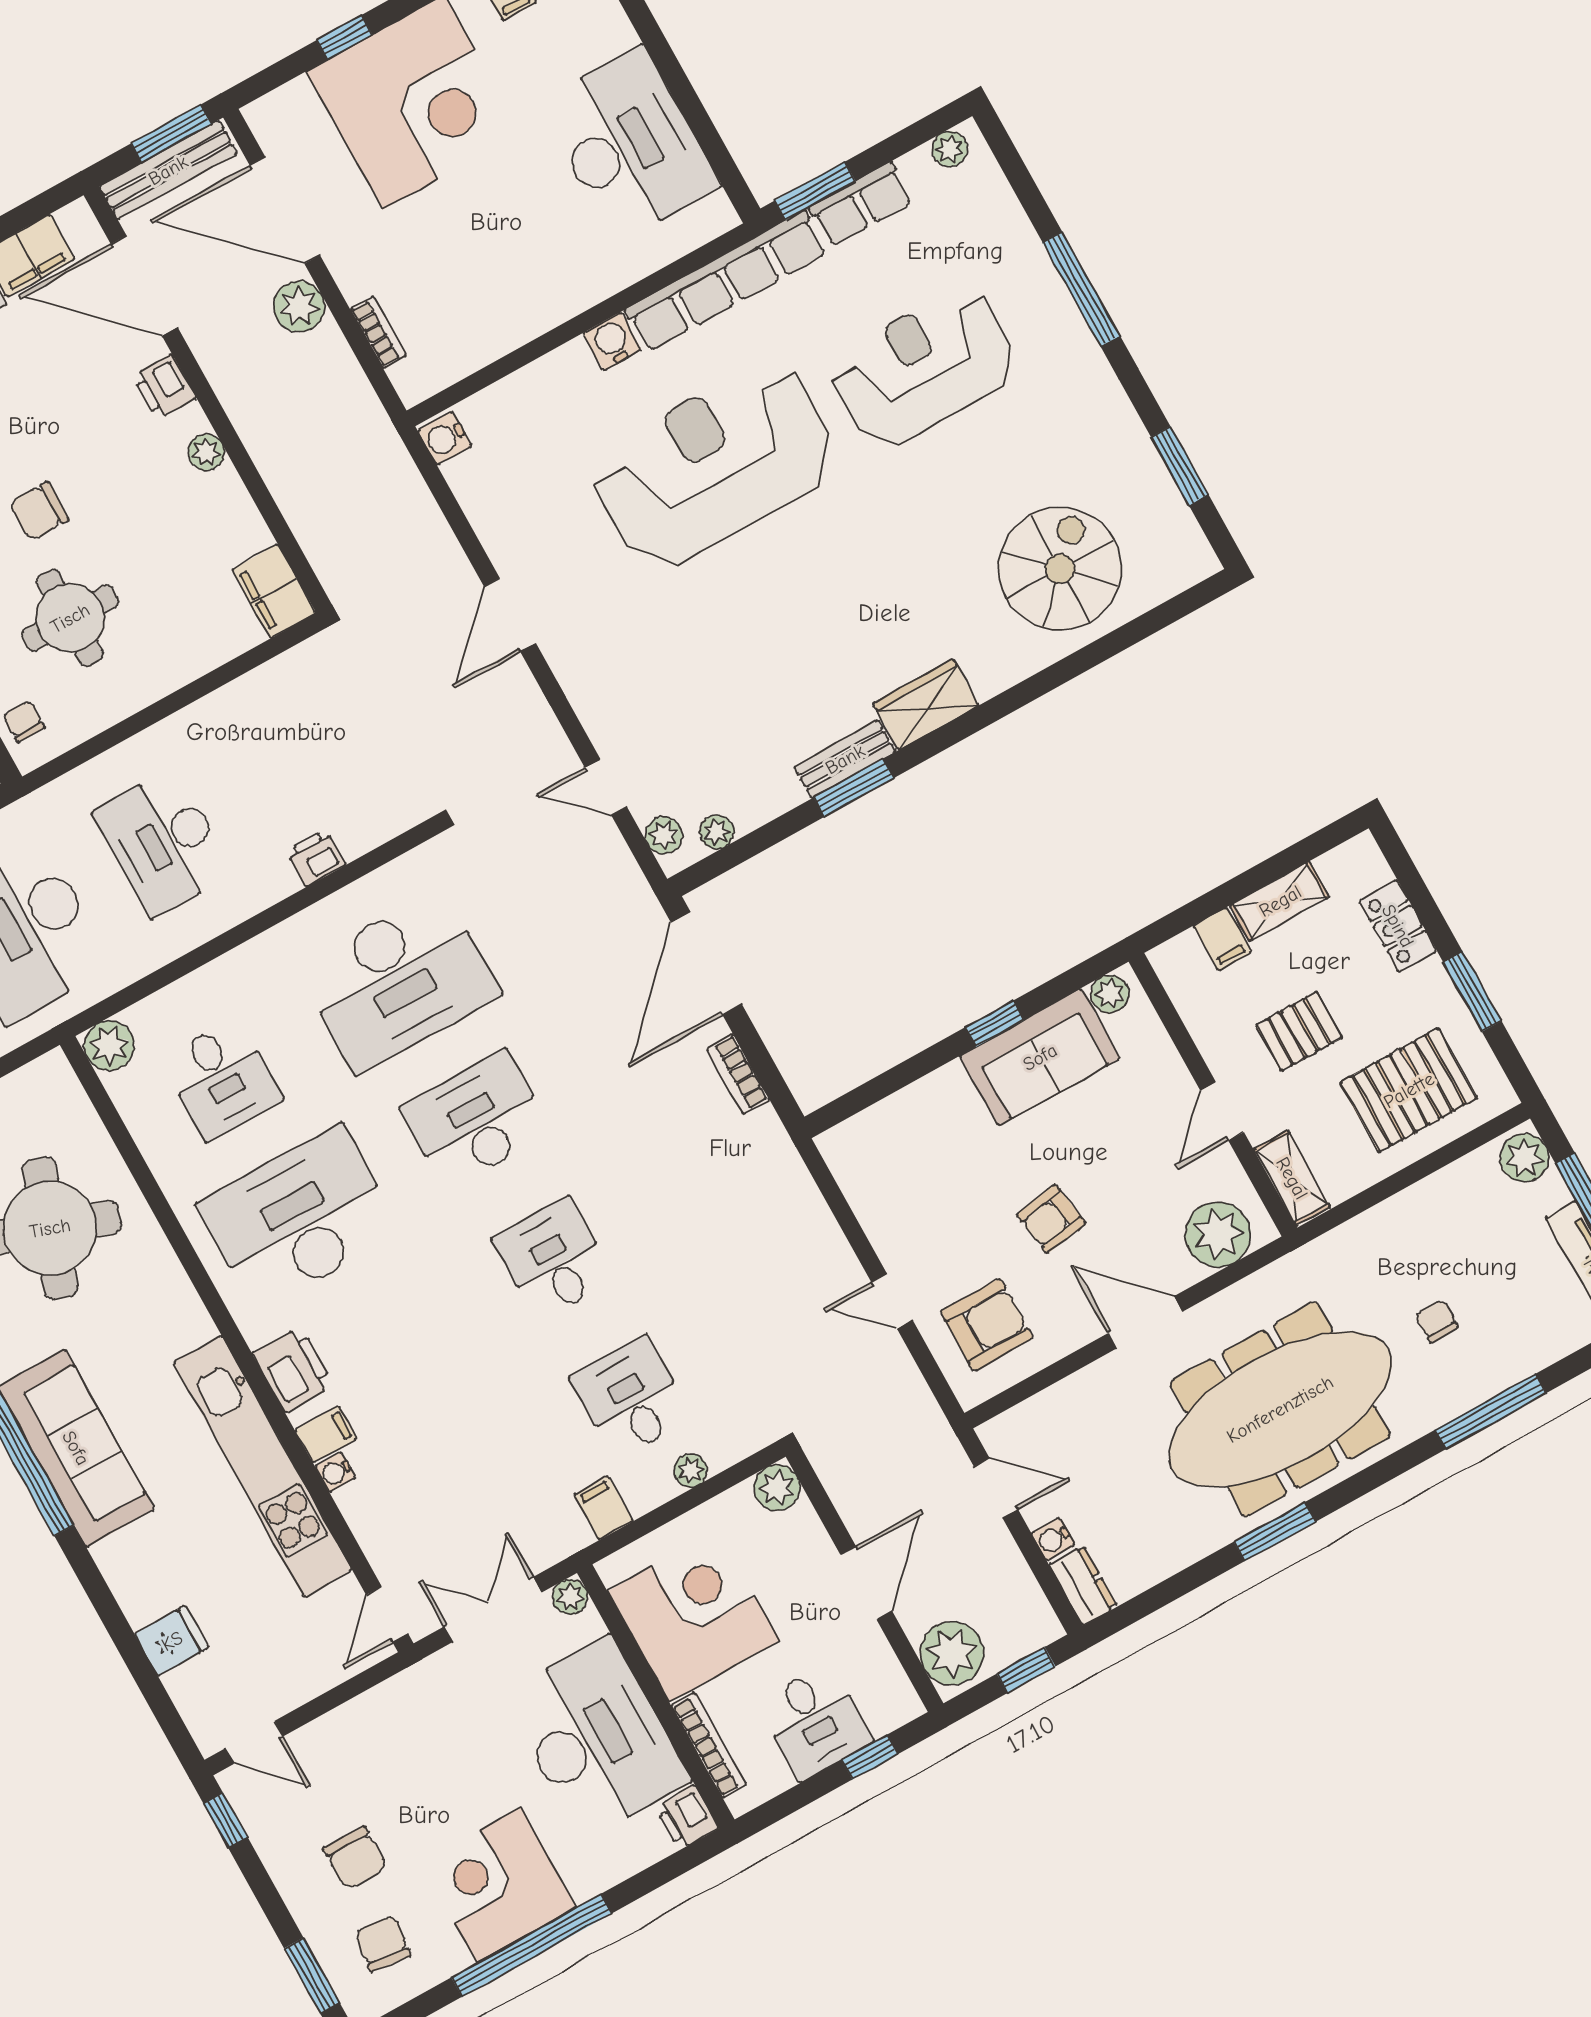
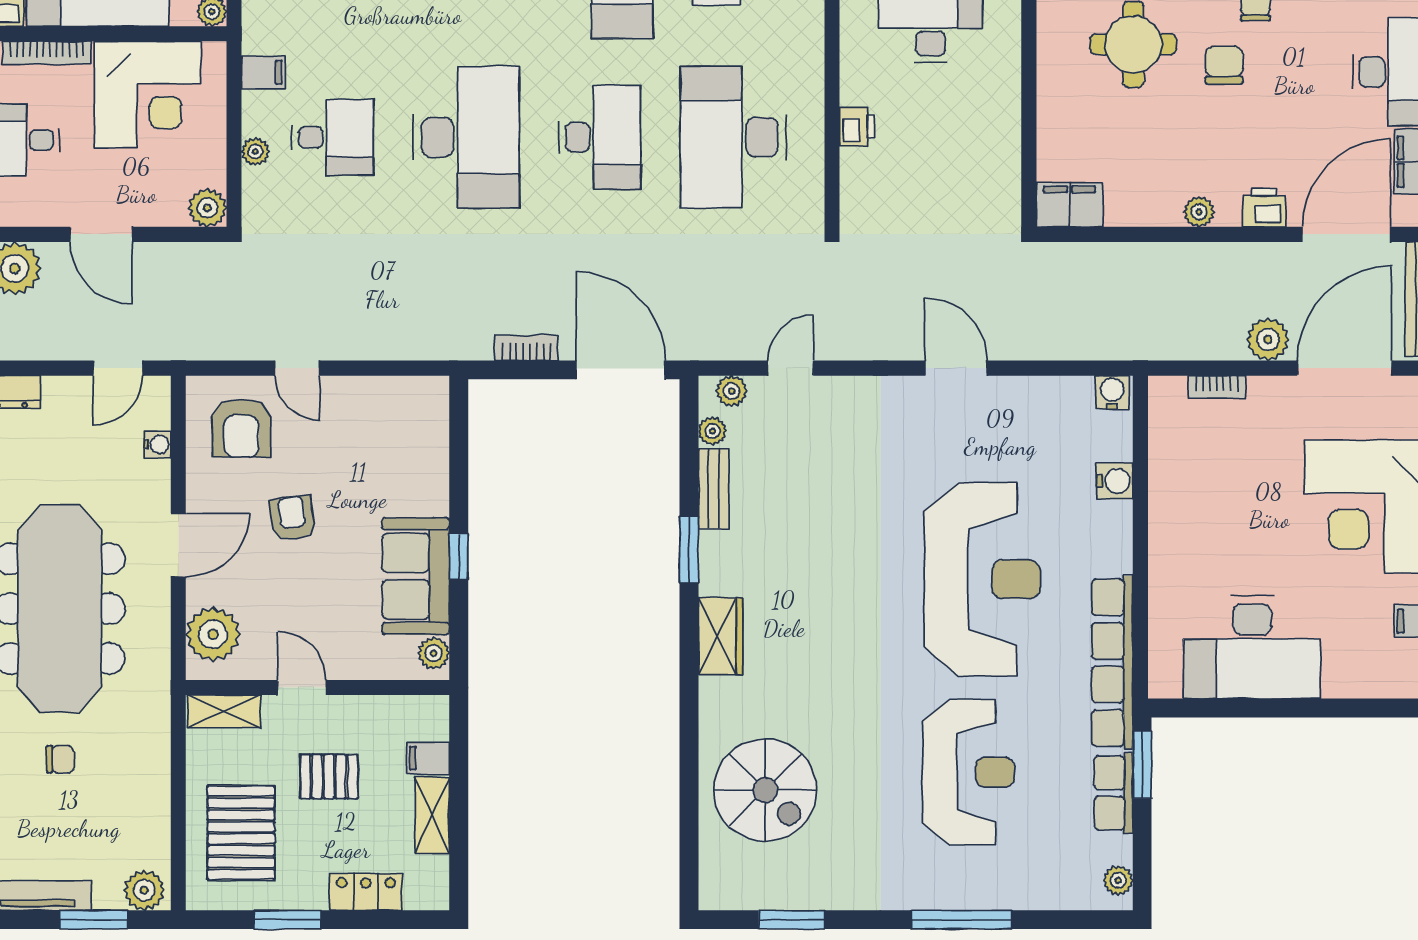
water cooler: (612, 341) -> (1115, 481), moved
bench: (845, 759) -> (714, 489), moved
pallet: (1299, 1031) -> (329, 777), turned 90
desk: (553, 1259) -> (466, 137), width x1.87, depth x1.30
door: (892, 1301) -> (297, 368), swing flipped
water cooler: (1053, 1539) -> (157, 444), moved, turned 90

